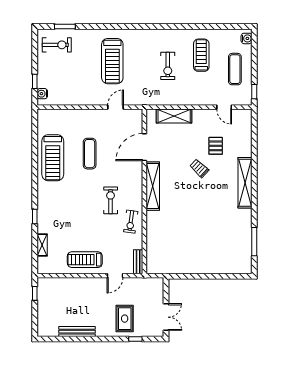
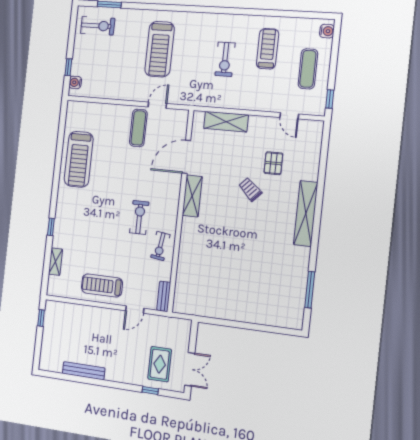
exercise mat: (90, 154) -> (138, 128), moved
shelving: (153, 186) -> (192, 196), width x0.68
rug: (125, 319) -> (160, 364), moved

